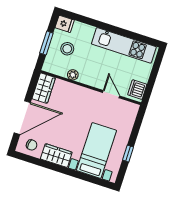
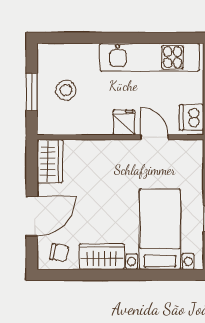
fridge: (65, 24) -> (124, 122), moved, turned -90
plant: (73, 75) -> (87, 127), removed
door: (22, 118) -> (32, 216), width x0.73

